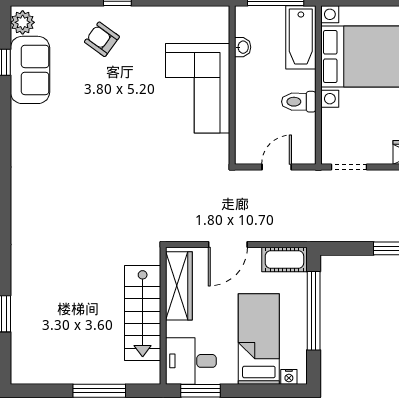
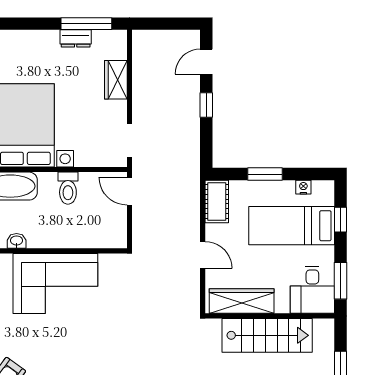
door: (277, 167) -> (129, 191), moved
door: (228, 245) -> (203, 255), width x0.73
window: (314, 311) -> (265, 174), width x0.47
nightstand: (289, 377) -> (303, 187), moved, turned -90
window: (265, 391) -> (340, 220), added

